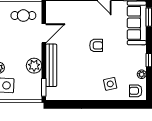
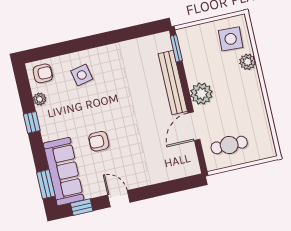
armchair: (96, 45) -> (99, 141), moved
plant: (34, 66) -> (201, 94), moved

